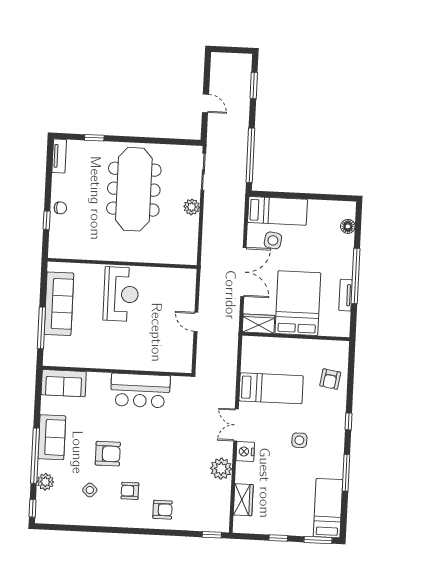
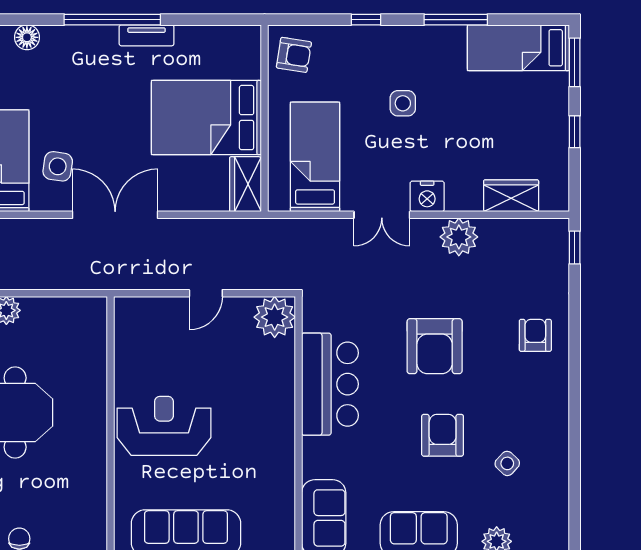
bed: (298, 303) -> (206, 118), moved
wardrobe: (259, 324) -> (245, 184), moved
wall: (296, 336) -> (265, 118), moved
plant: (180, 361) -> (275, 317), added
armchair: (130, 491) -> (435, 346), moved, width x1.88, depth x1.88

